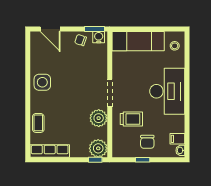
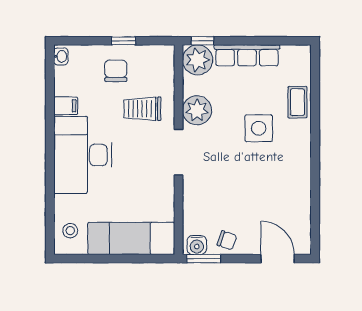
side table: (42, 82) -> (259, 128), moved
filing cabinet: (177, 139) -> (66, 106), moved
row of seats: (50, 151) -> (247, 55), moved

